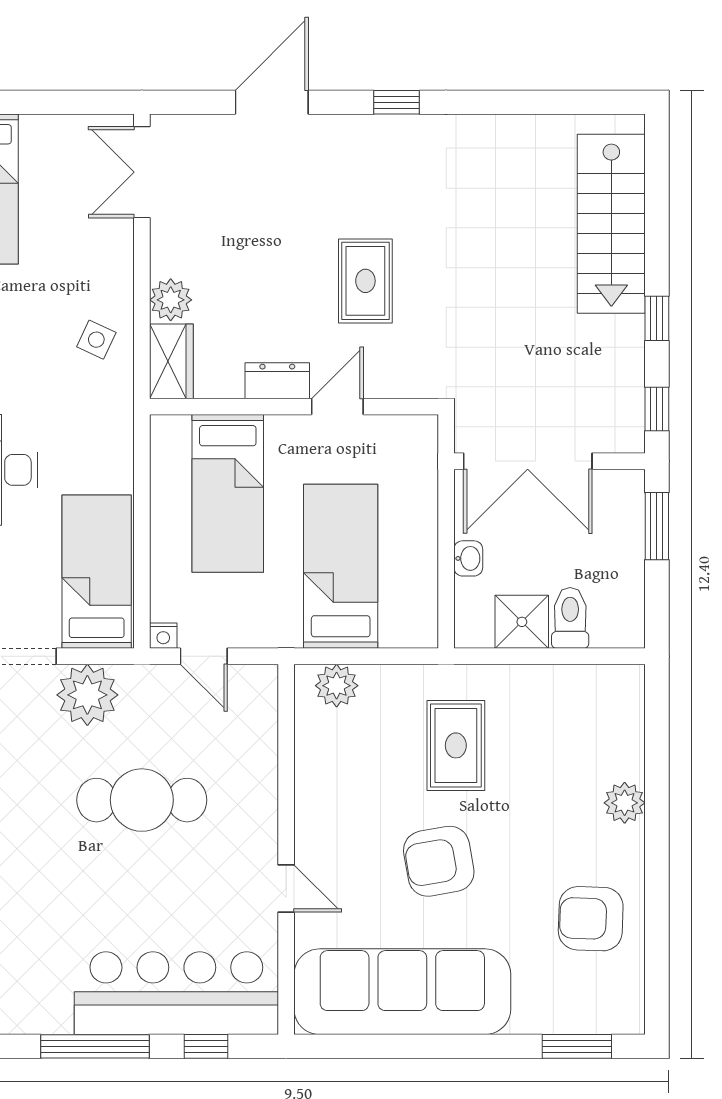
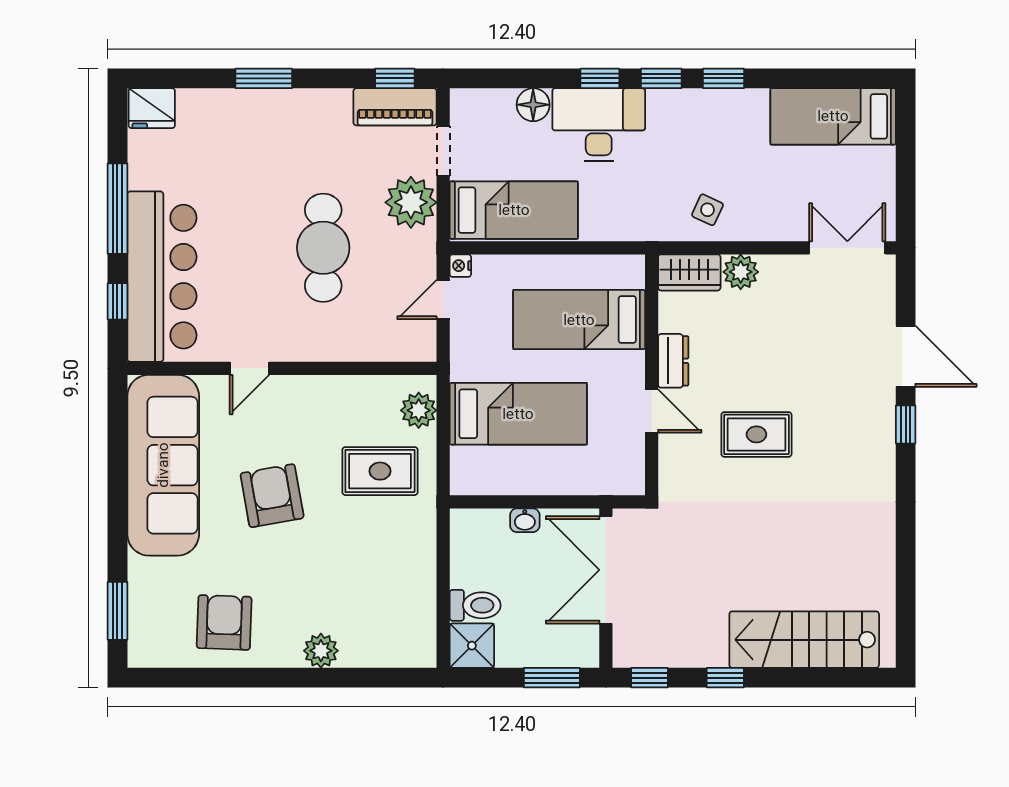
window: (396, 102) -> (906, 424), moved
shower: (522, 622) -> (472, 646), moved
rug: (456, 745) -> (380, 471), moved

